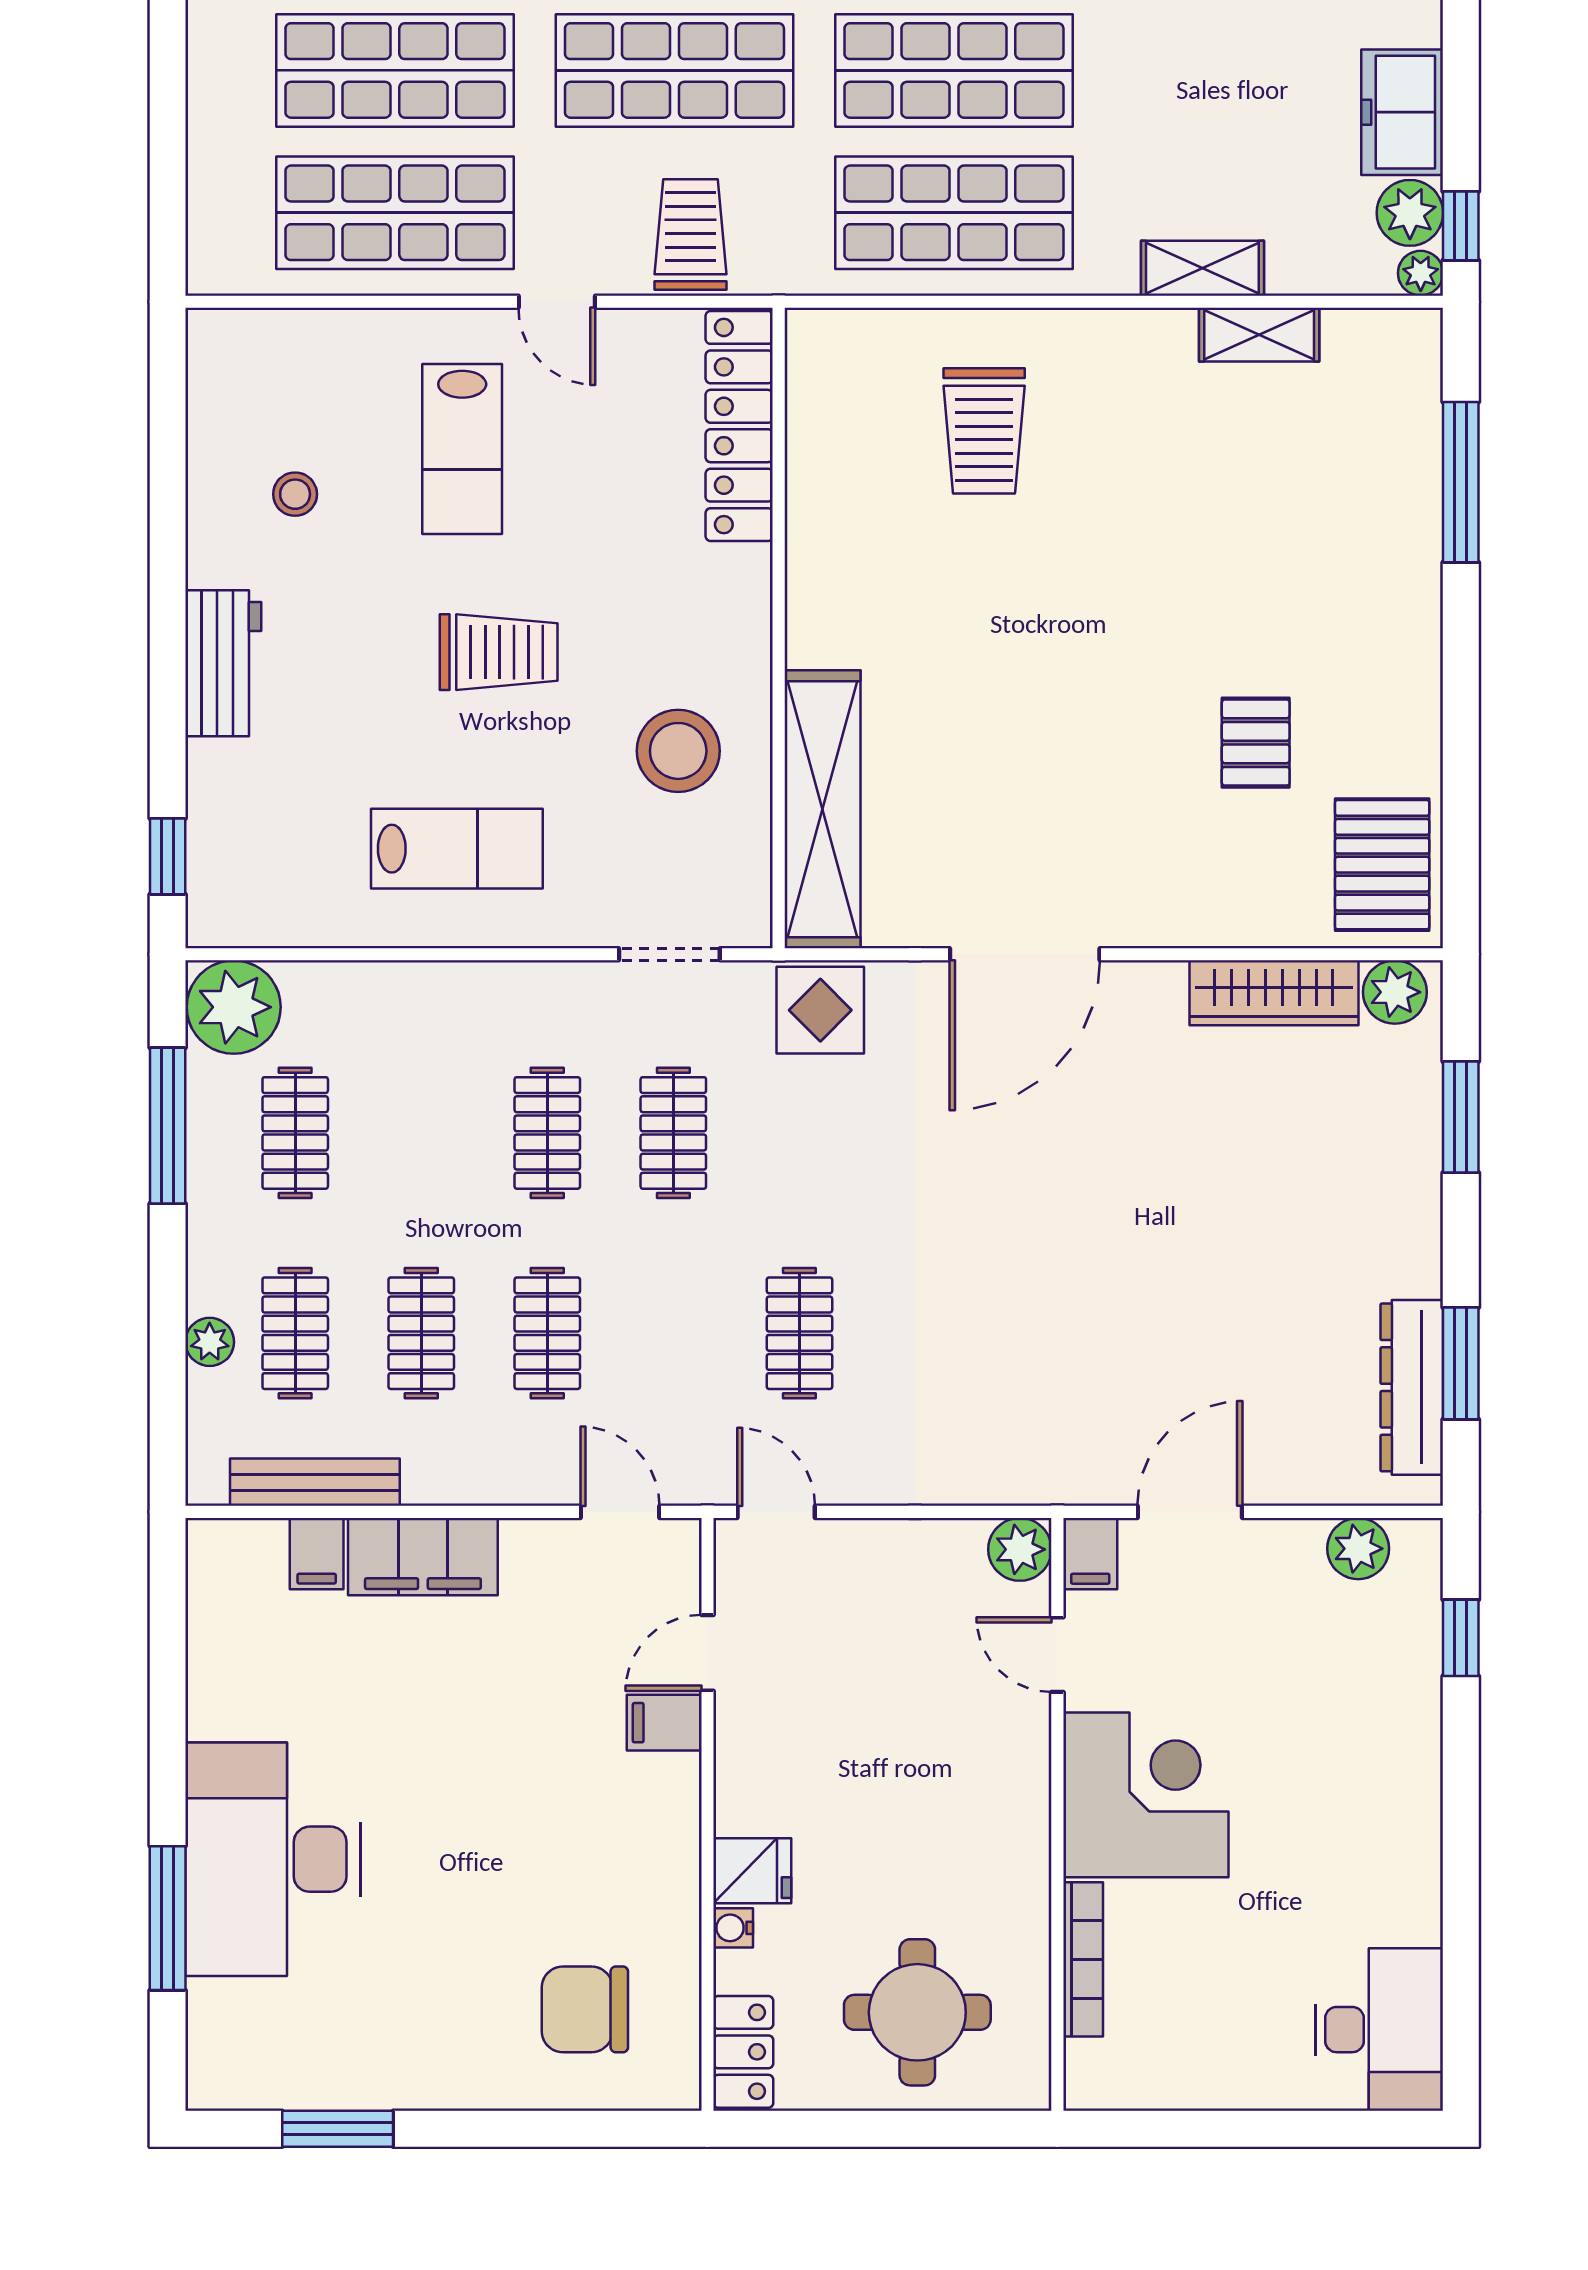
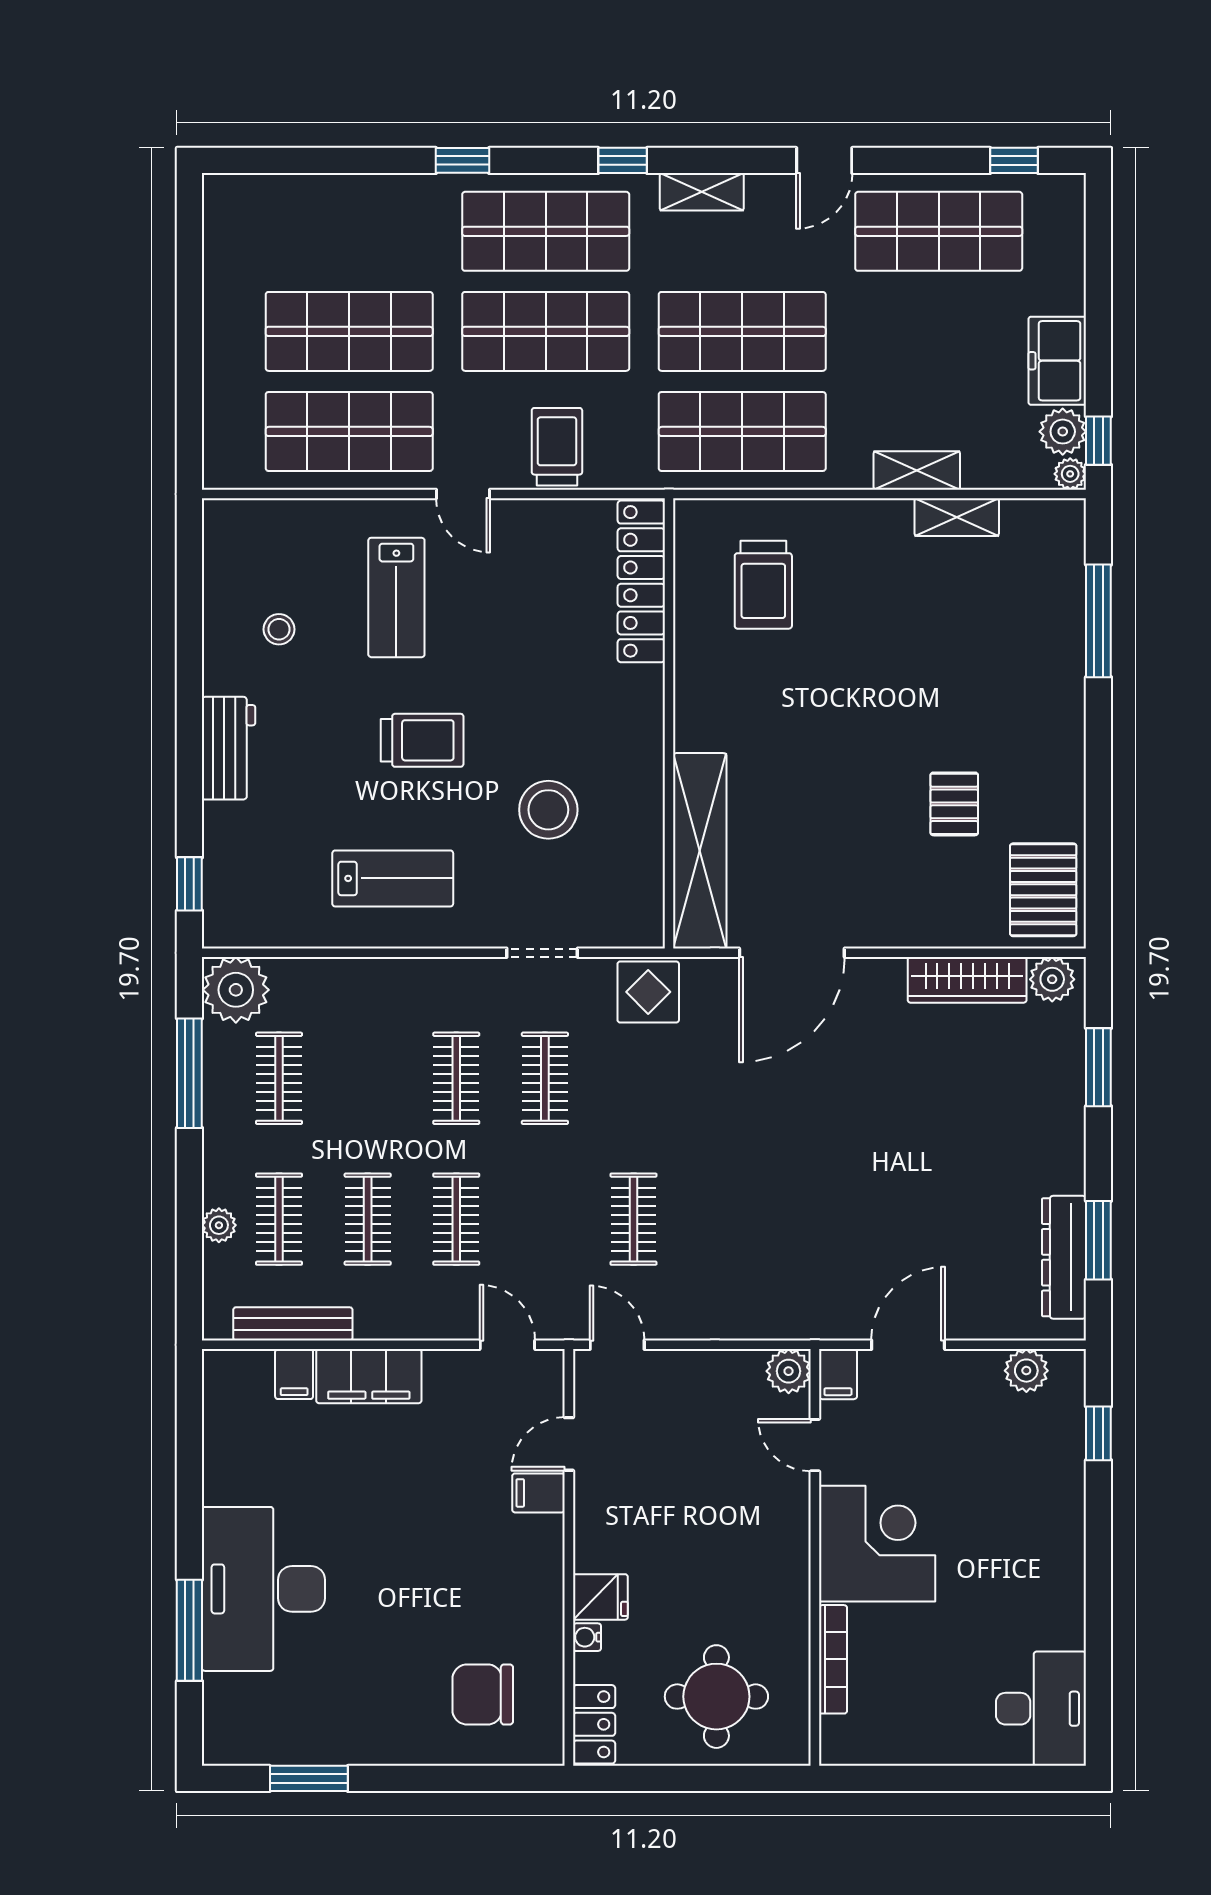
locker: (739, 426) -> (641, 581), moved
wall: (779, 628) -> (669, 723), moved
shelving: (822, 809) -> (700, 851), moved

